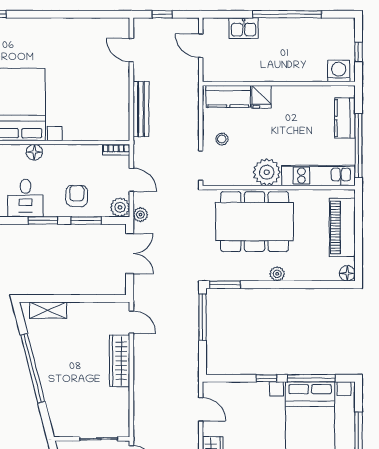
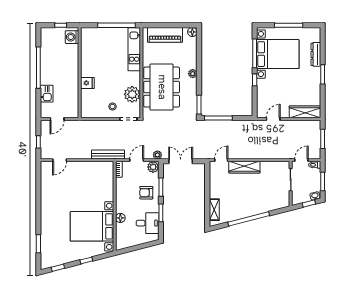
kitchen counter: (228, 96) -> (87, 103), removed
bench: (141, 109) -> (108, 155), moved
kitchen counter: (345, 118) -> (100, 33), removed
plant: (267, 172) -> (132, 94), moved

